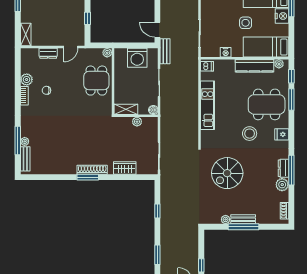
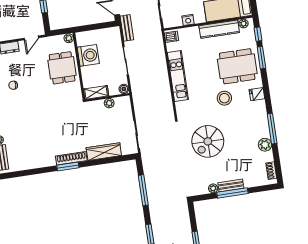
washing machine: (137, 58) -> (88, 55), moved, turned -90
wardrobe: (125, 168) -> (104, 152), width x1.50
dresser: (283, 168) -> (264, 128), removed
window: (157, 211) -> (143, 190), width x2.17

